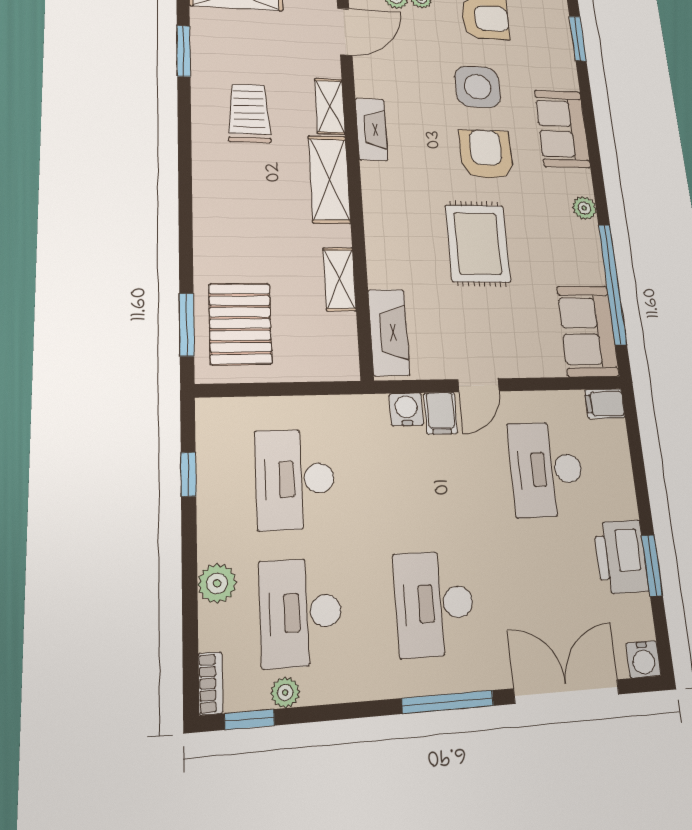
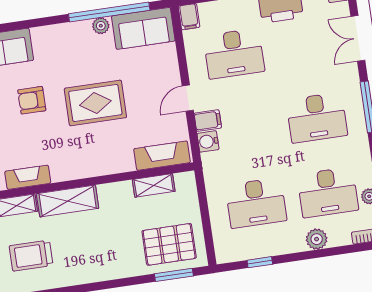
armchair: (486, 154) -> (32, 100), width x0.72, depth x0.72
plant: (584, 208) -> (101, 26), moved
shelving: (340, 279) -> (154, 185), moved
door: (478, 385) -> (188, 98), swing flipped
double door: (567, 691) -> (358, 38), width x0.73

